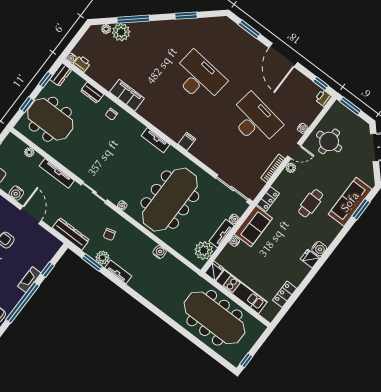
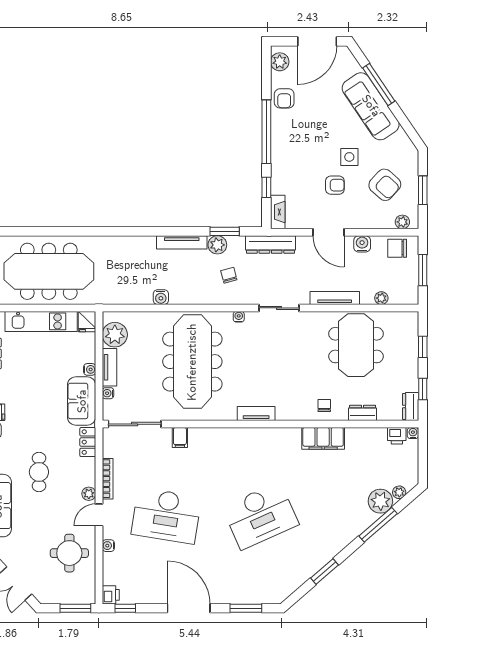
desk: (199, 78) -> (260, 516), turned -30
meeting table: (50, 119) -> (356, 345), moved, turned 90
filing cabinet: (187, 141) -> (180, 437), moved
tv unit: (118, 272) -> (182, 242), width x1.41
fireplace: (29, 280) -> (278, 212), moved

